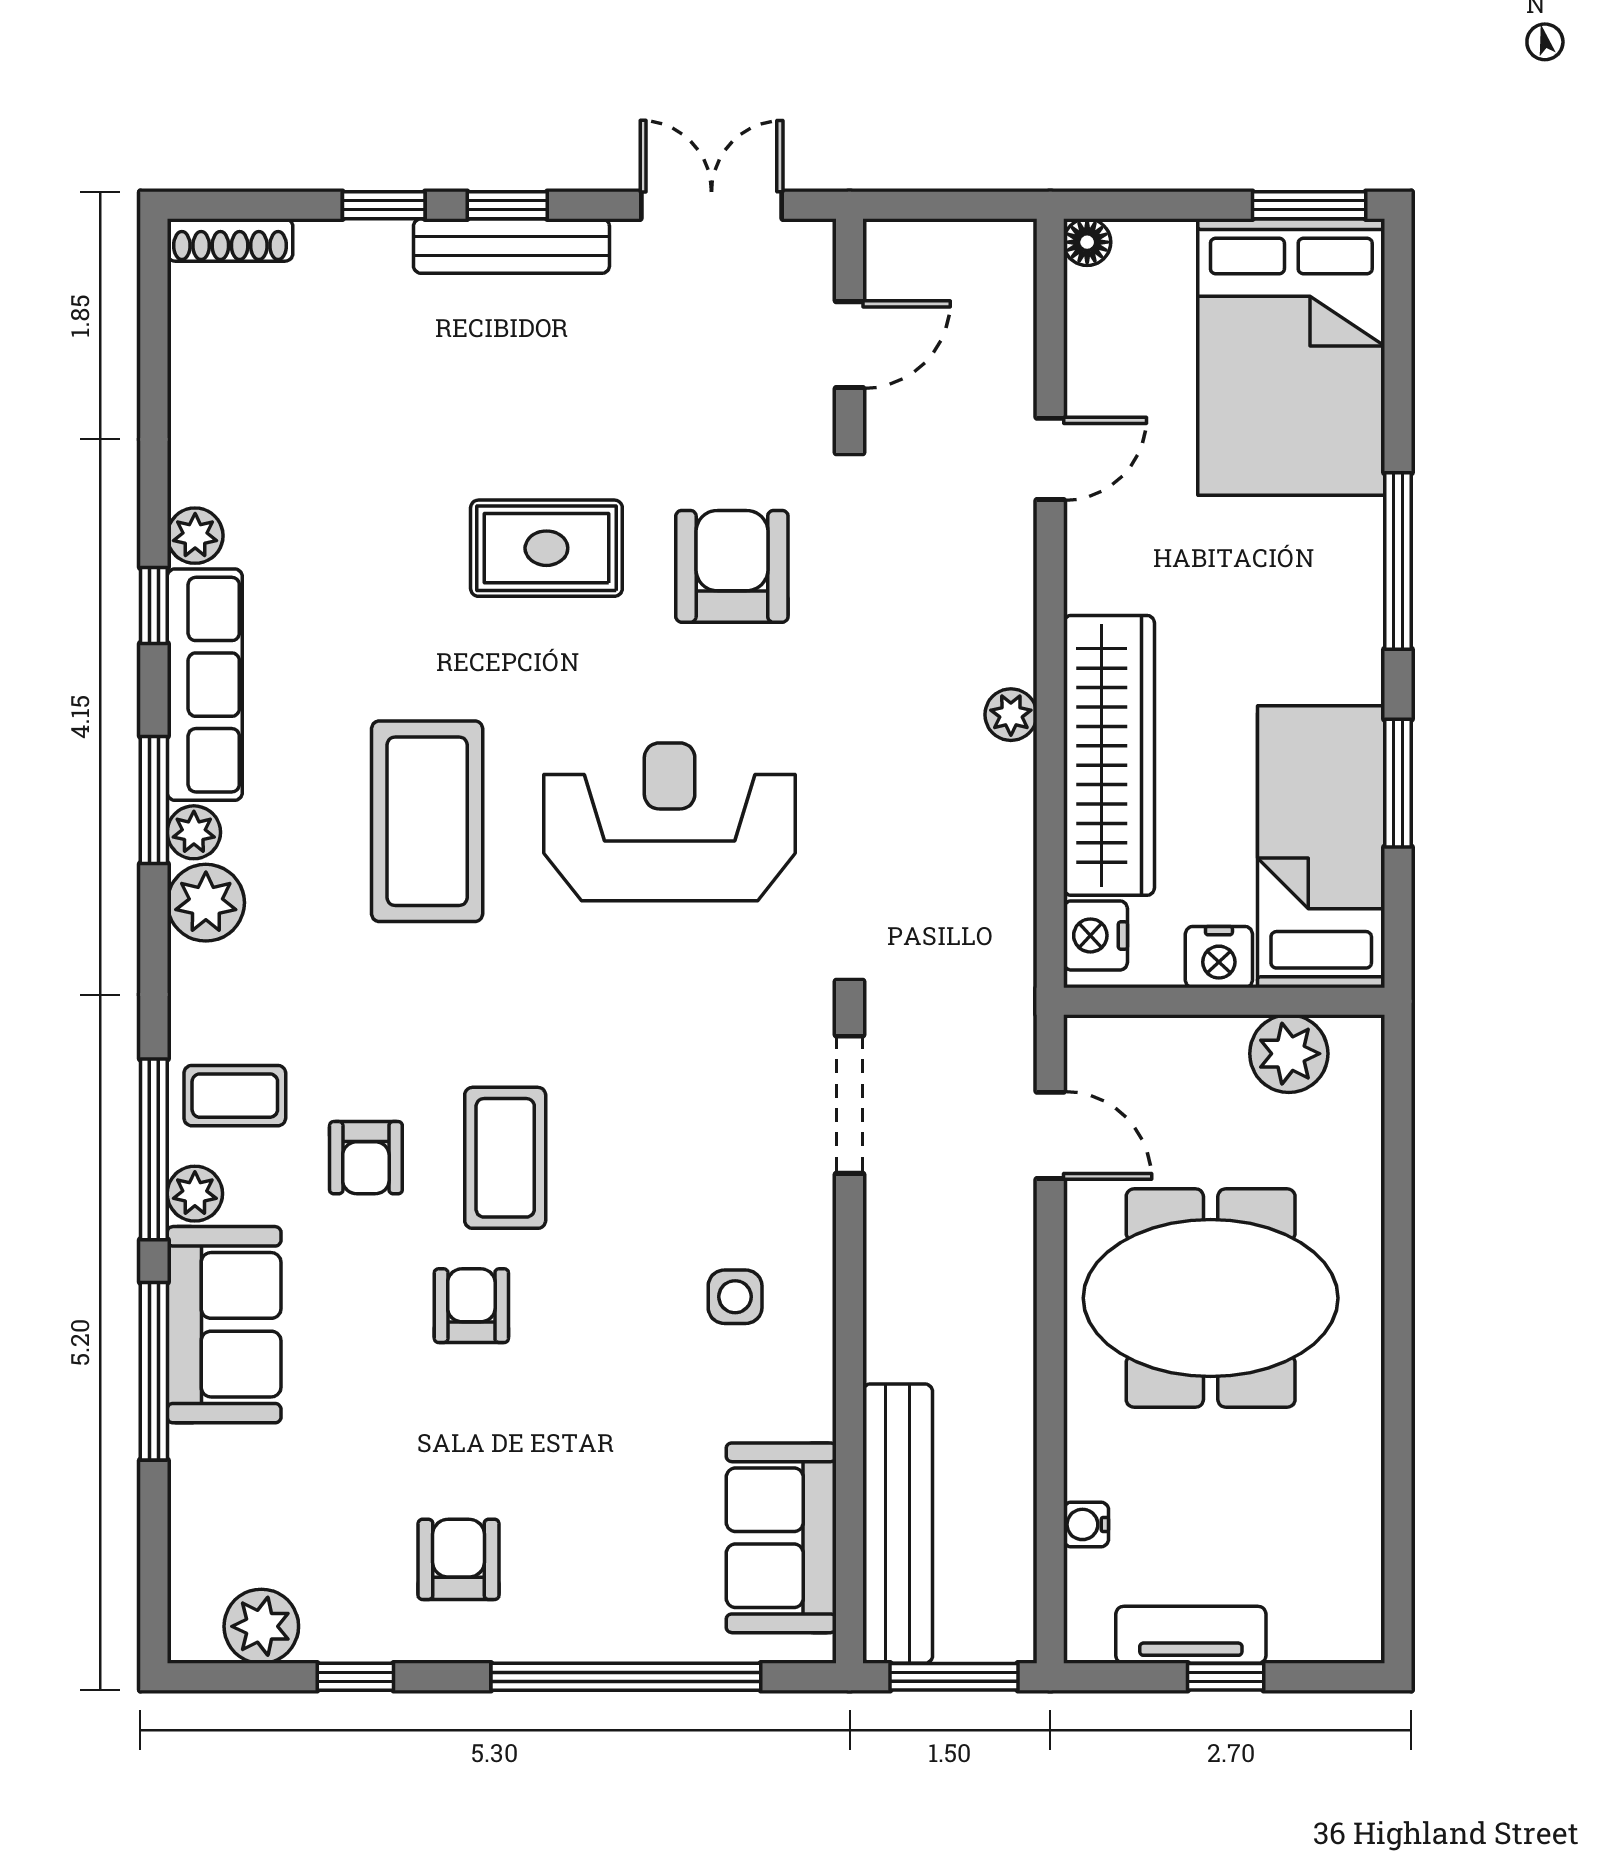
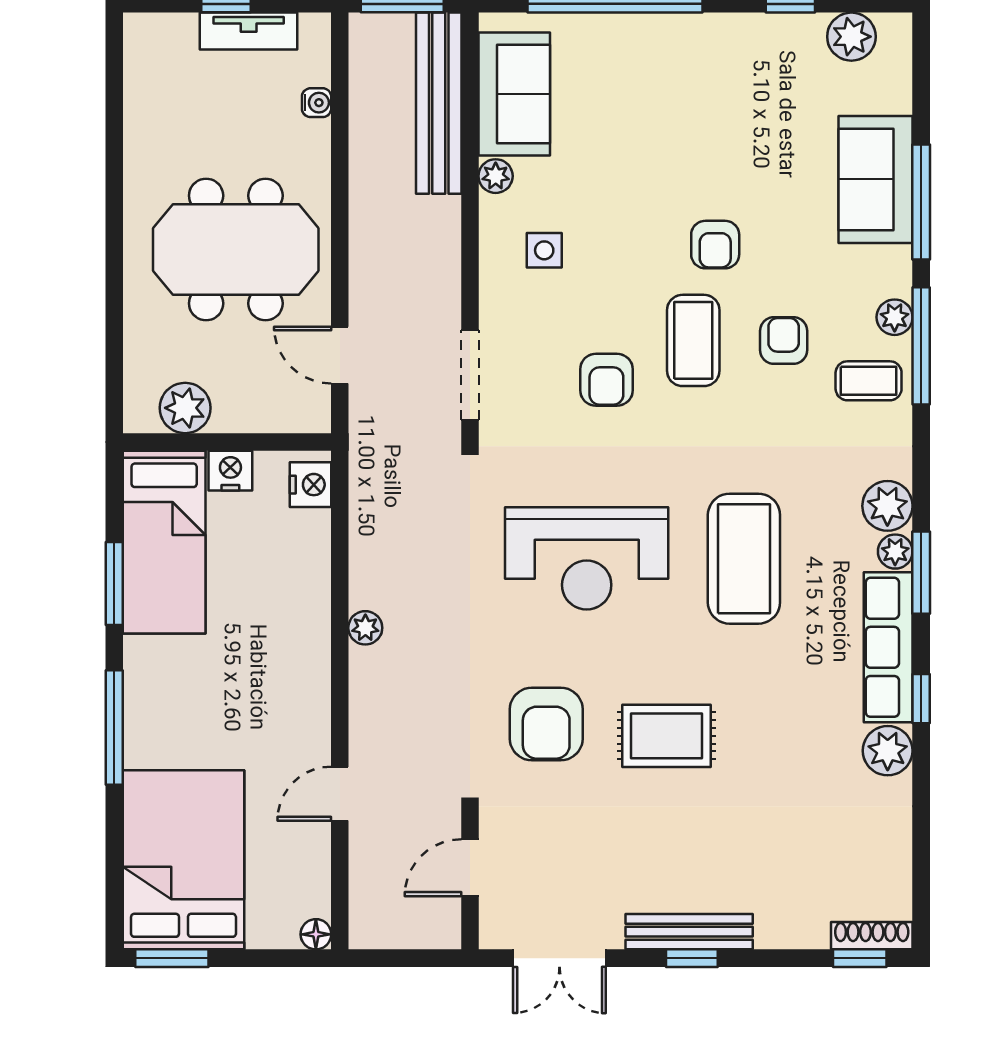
window: (384, 205) -> (860, 958), moved
plant: (195, 536) -> (888, 751), width x1.38, depth x1.38
wardrobe: (1109, 755) -> (302, 601), removed
sofa: (224, 1325) -> (876, 179), moved
plant: (810, 1411) -> (496, 176), added
armchair: (459, 1559) -> (606, 380), moved

